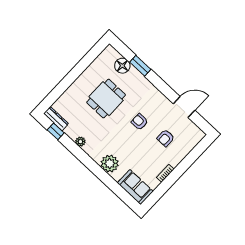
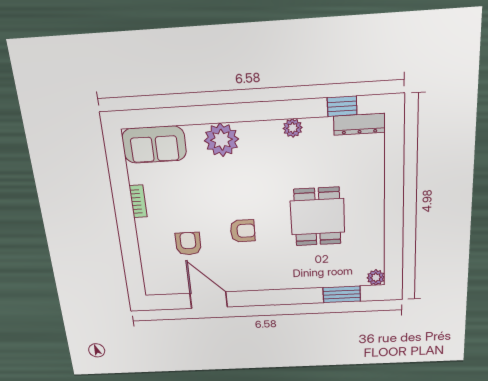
plant: (110, 50) -> (376, 277), added
floor lamp: (122, 66) -> (339, 275), removed
window: (140, 66) -> (342, 294), moved
door: (184, 107) -> (209, 300), swing flipped

